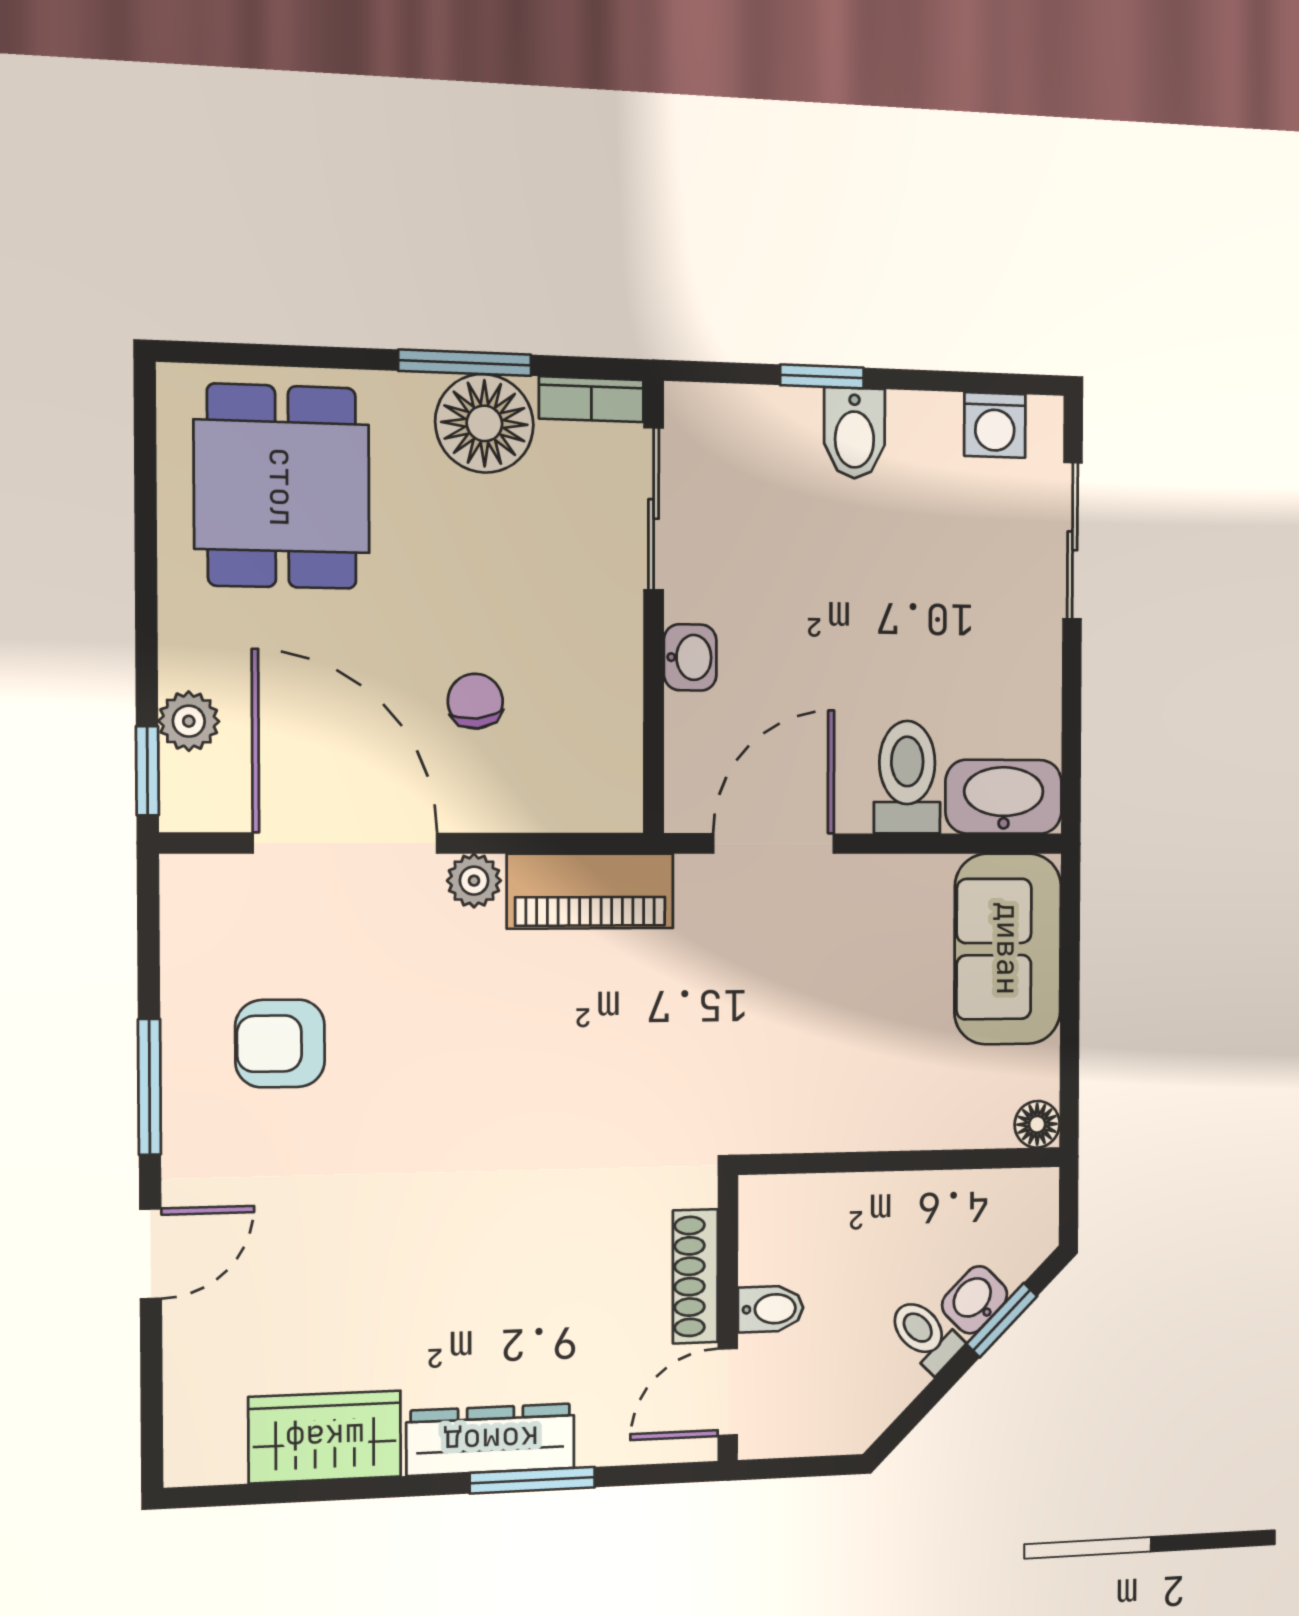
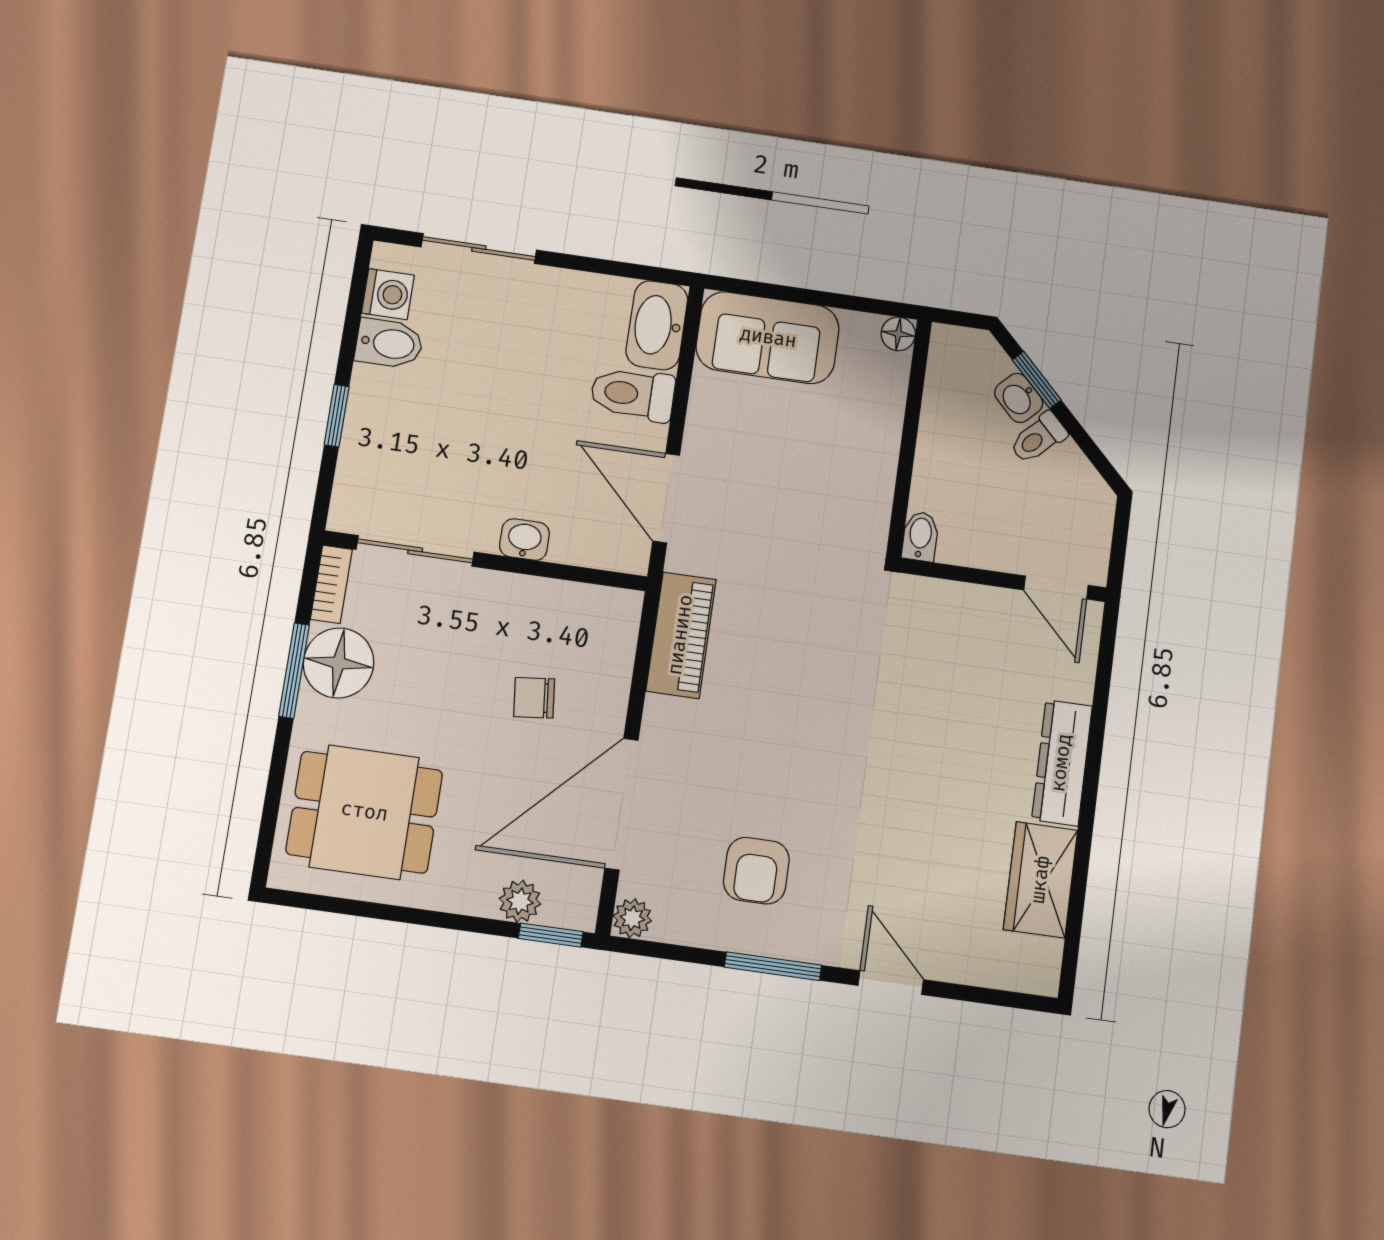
bidet: (854, 433) -> (389, 343), moved
plant: (474, 881) -> (632, 918), moved
shoe rack: (695, 1276) -> (969, 599), removed
bidet: (771, 1309) -> (920, 536), moved
window: (533, 1480) -> (1096, 737), removed

